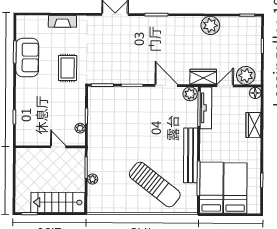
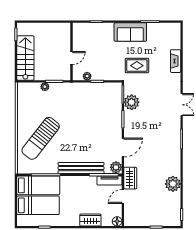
sofa: (27, 57) -> (130, 32), moved
plant: (246, 75) -> (132, 102), moved
door: (225, 86) -> (123, 196), swing flipped
tv unit: (206, 108) -> (109, 181), width x0.71
bench: (191, 155) -> (81, 168), moved

